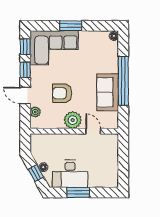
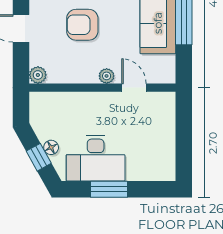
plant: (35, 112) -> (38, 75), moved
plant: (73, 120) -> (107, 76), width x0.53, depth x0.53

